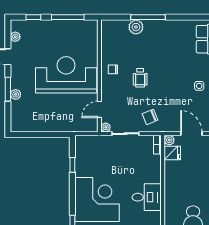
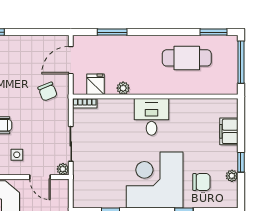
side table: (199, 86) -> (17, 155), moved
chair: (150, 117) -> (48, 92), moved
plant: (169, 140) -> (123, 88), moved

